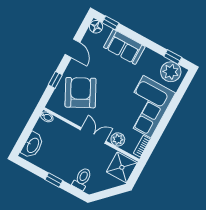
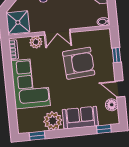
floor lamp: (96, 27) -> (112, 105), moved
plant: (171, 72) -> (53, 121), moved
armchair: (81, 93) -> (79, 63), moved, turned -67

